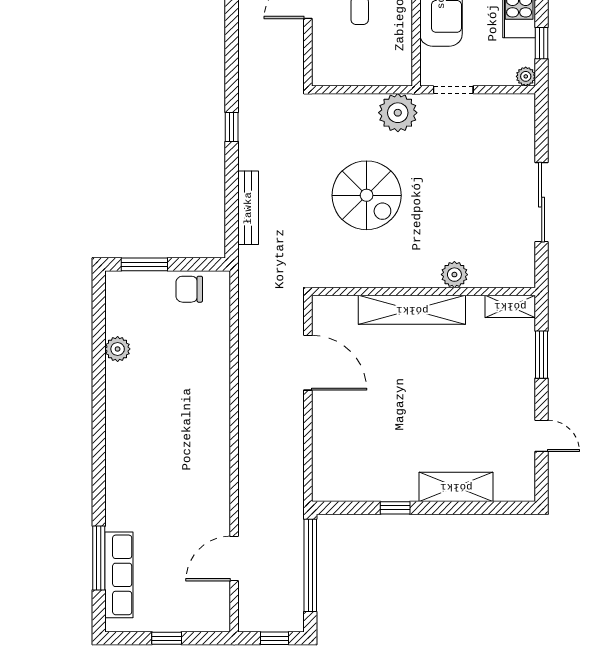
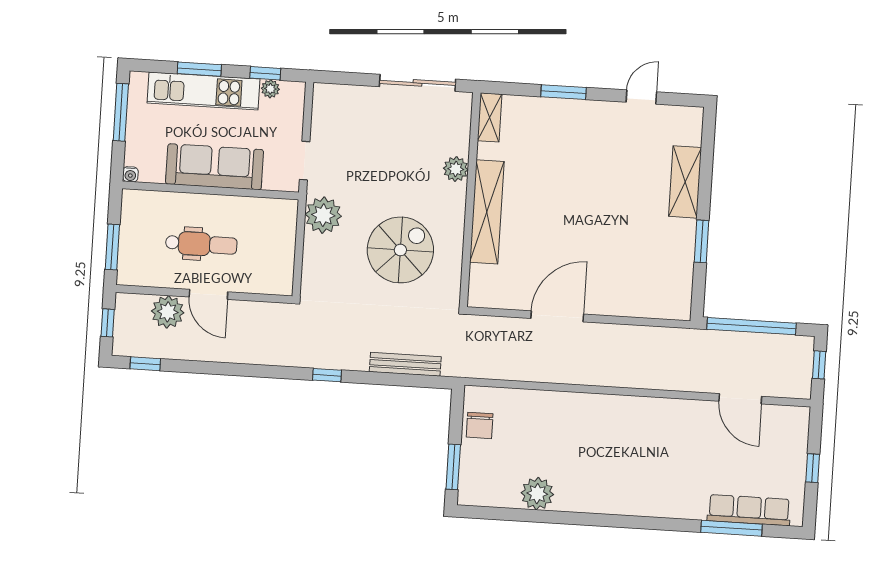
plant: (526, 76) -> (270, 89), moved
plant: (454, 275) -> (456, 169), moved
wall: (423, 291) -> (470, 200), moved
shelving: (510, 306) -> (490, 117), moved
shelving: (412, 310) -> (487, 212), moved
plant: (118, 349) -> (537, 494), width x1.36, depth x1.36
window: (395, 508) -> (701, 241), width x1.50

